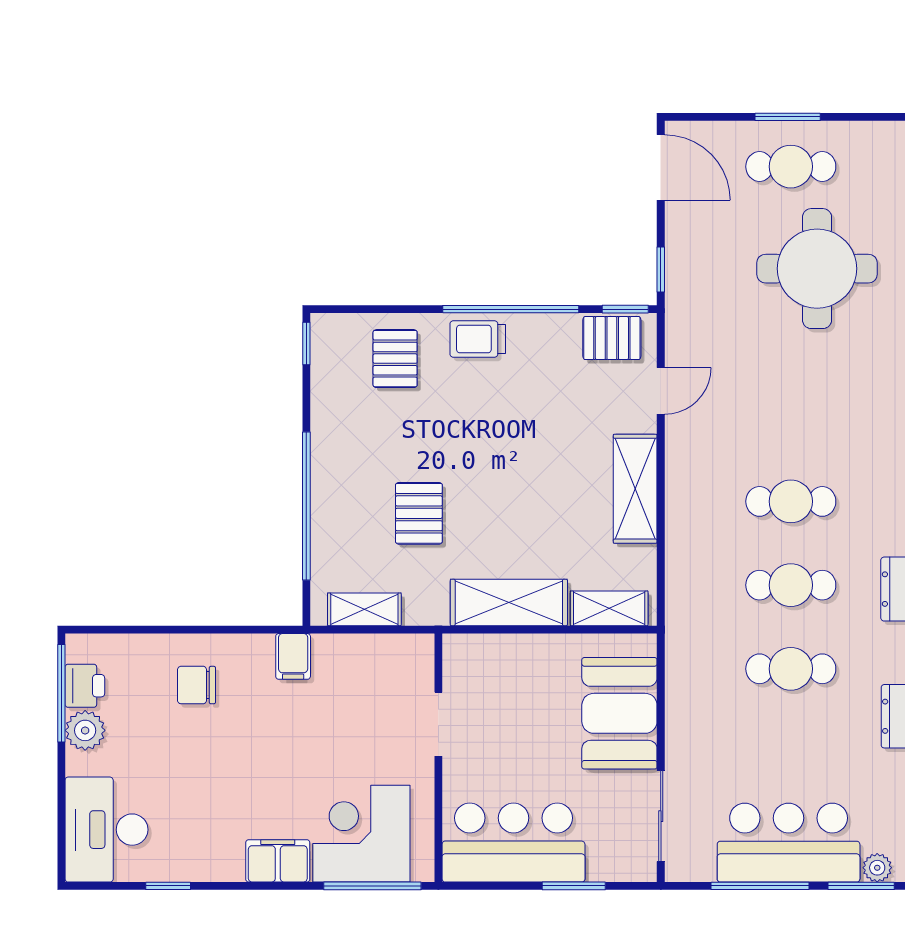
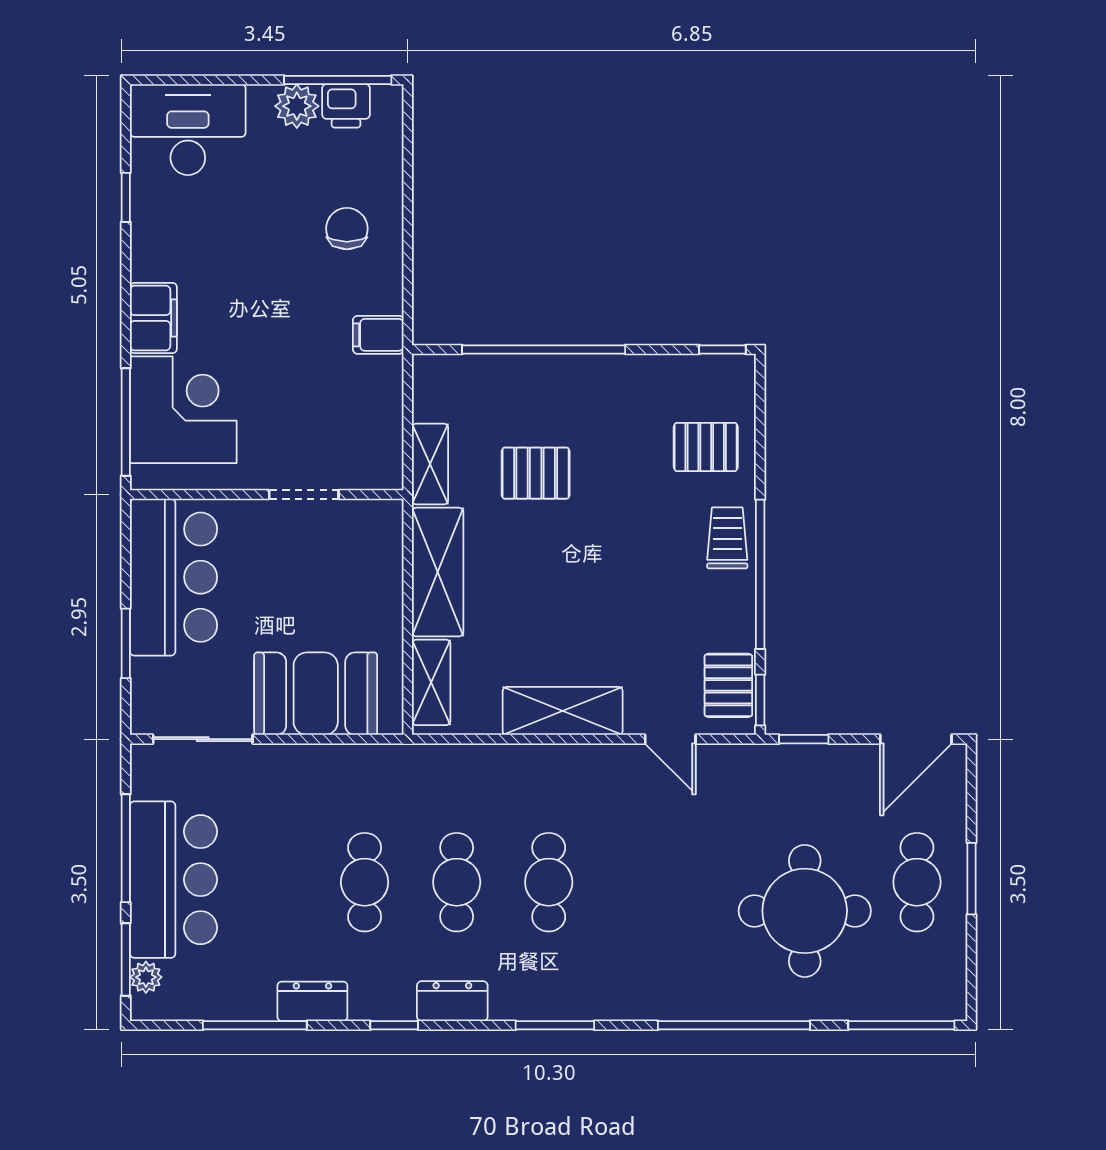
shelving: (364, 609) -> (430, 464), moved

